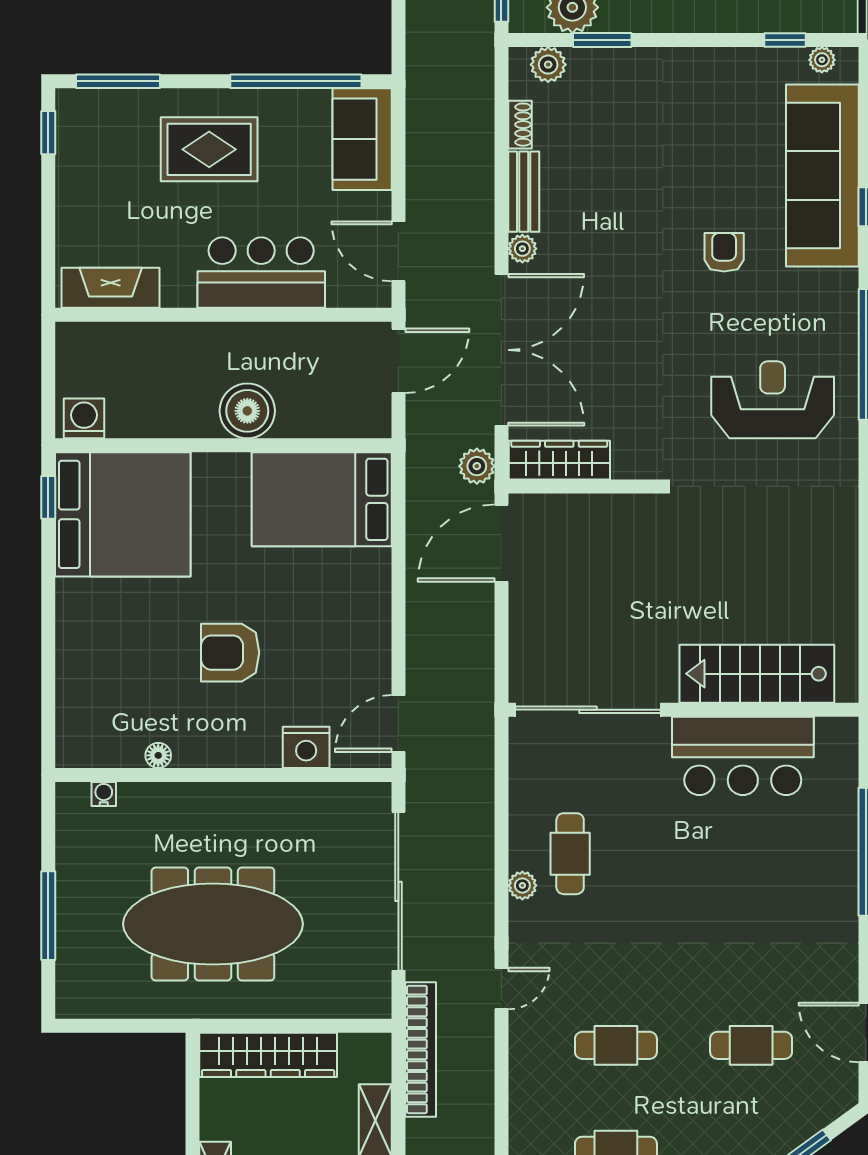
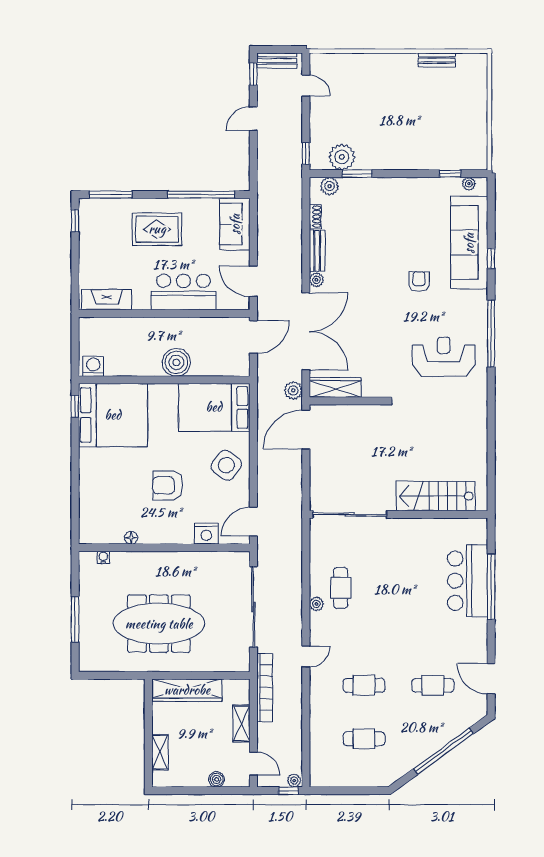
side table: (345, 613) -> (226, 465), added
bar counter: (743, 756) -> (468, 581), moved, turned 90

